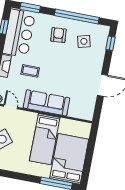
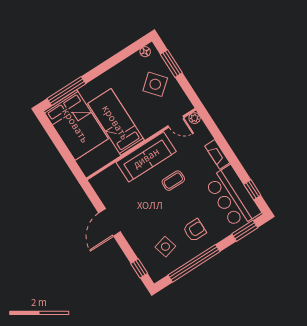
armchair: (58, 35) -> (195, 230), turned -86
coffee table: (30, 71) -> (173, 181), moved

